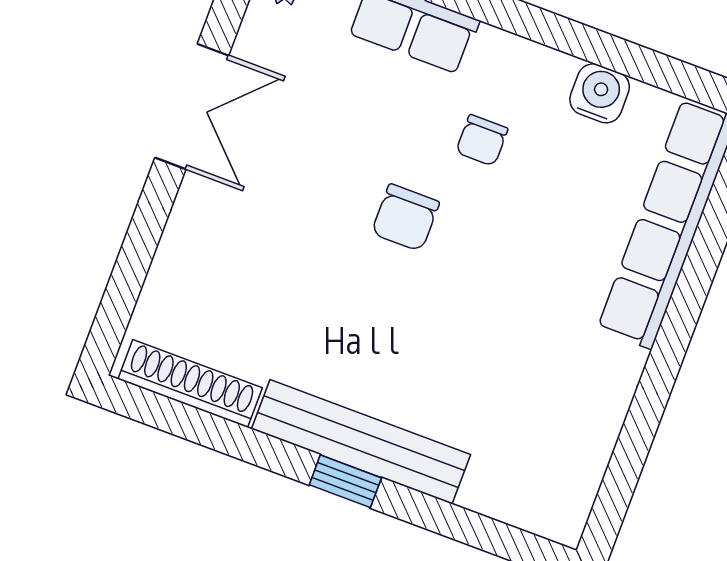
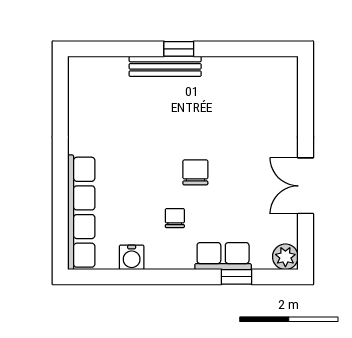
shoe rack: (190, 383) -> (261, 66), removed
bench: (361, 442) -> (165, 66), width x0.73, depth x0.82

